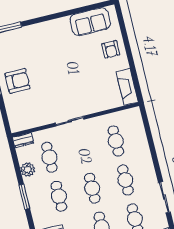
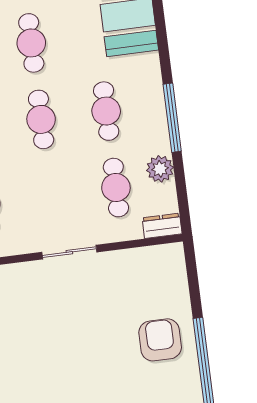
armchair: (18, 81) -> (160, 340), turned 90
window: (24, 197) -> (172, 118), width x1.44

